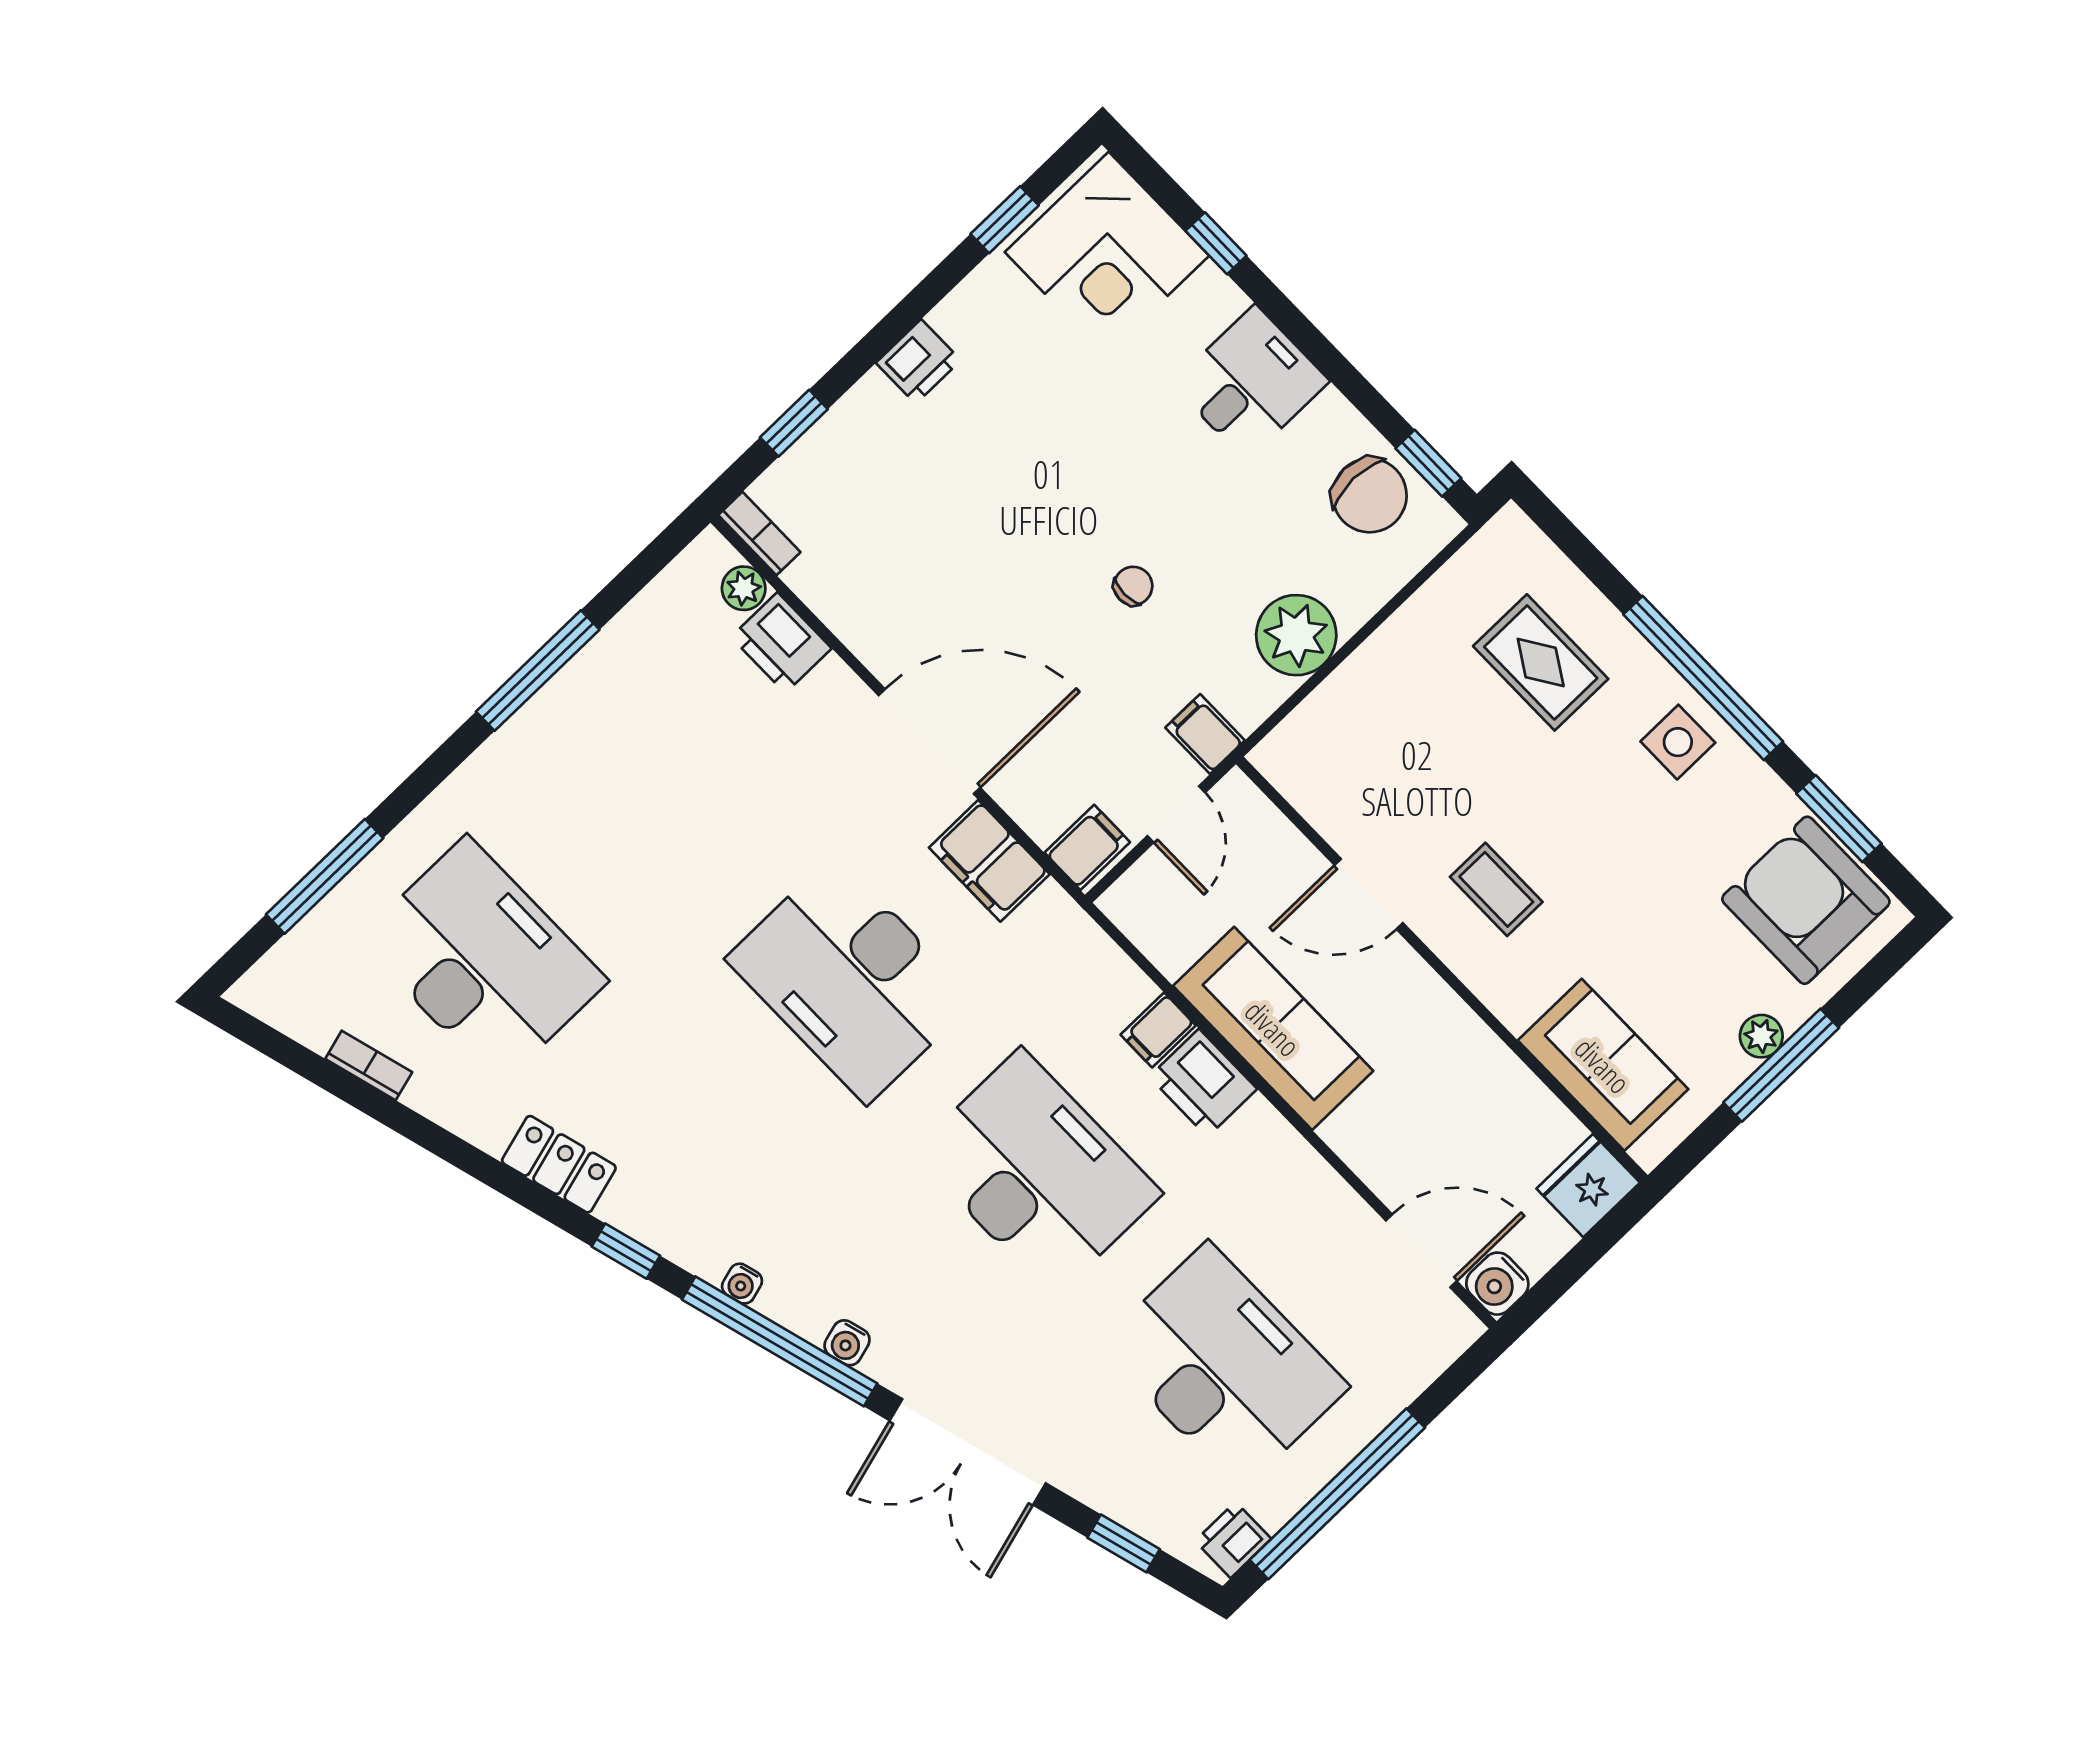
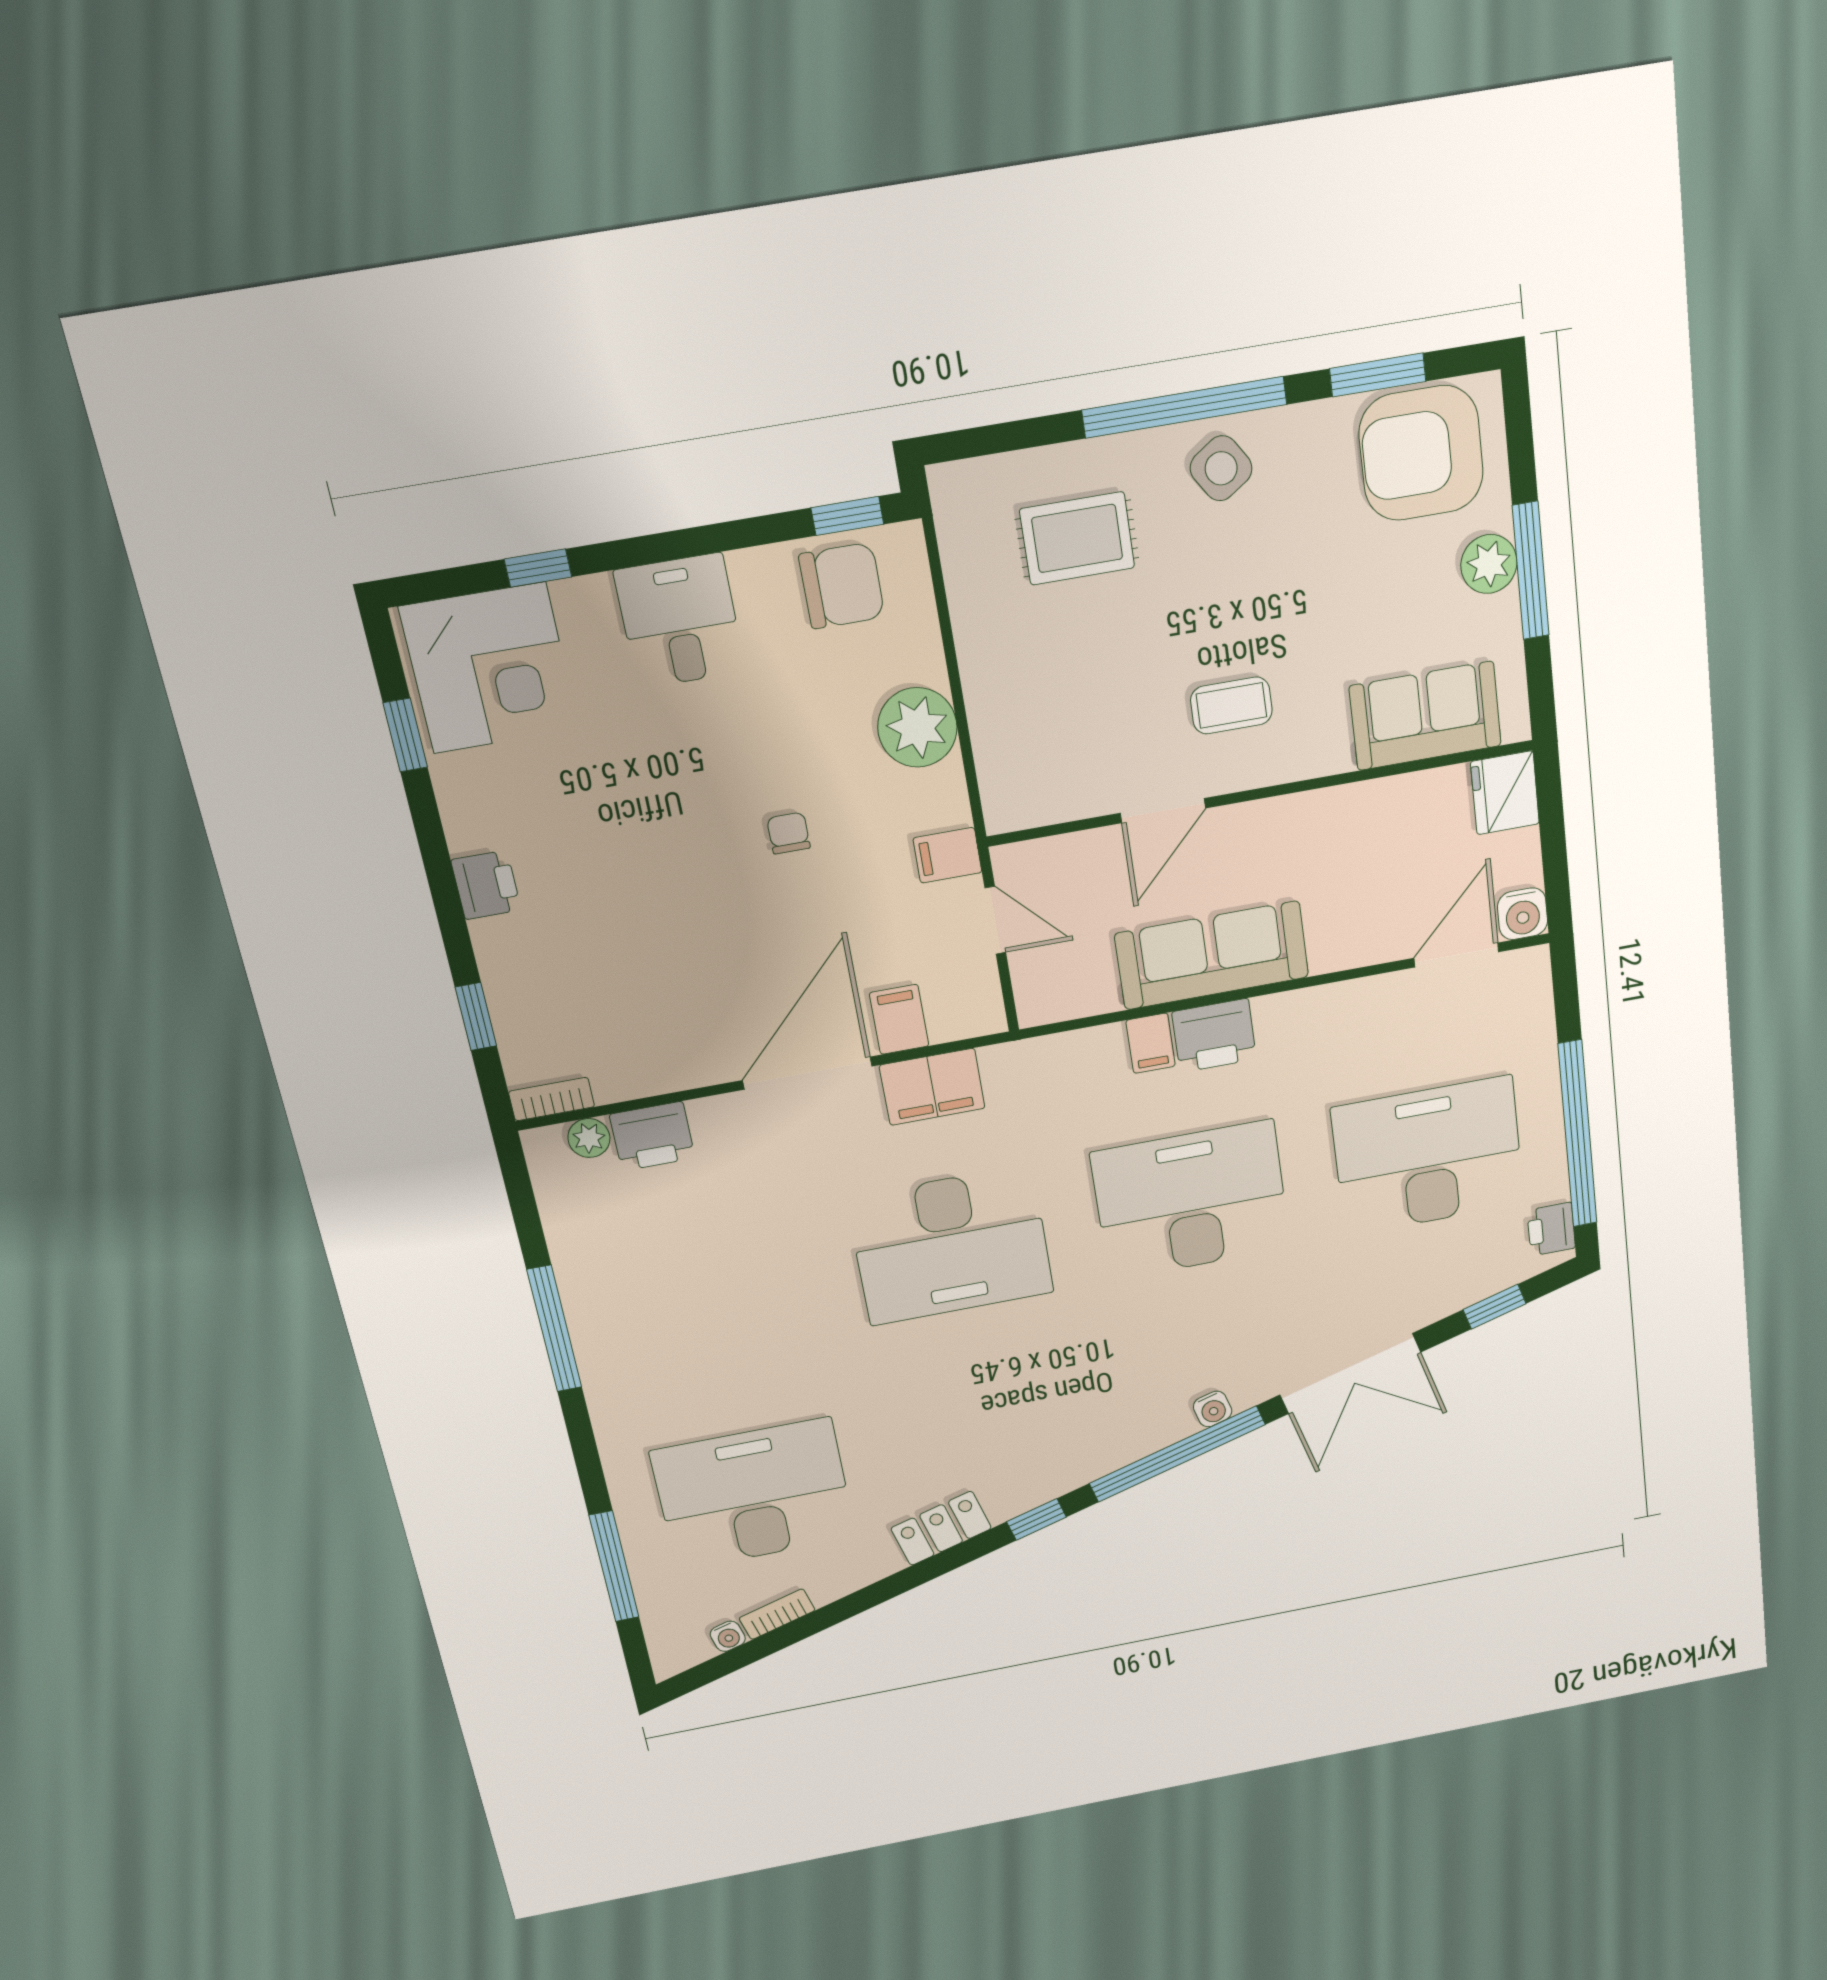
side table: (1678, 742) -> (1221, 468), turned -34
filing cabinet: (1087, 847) -> (899, 1019), moved
plant: (1761, 1036) -> (1489, 564), width x1.38, depth x1.38
water cooler: (742, 1284) -> (728, 1636), moved

